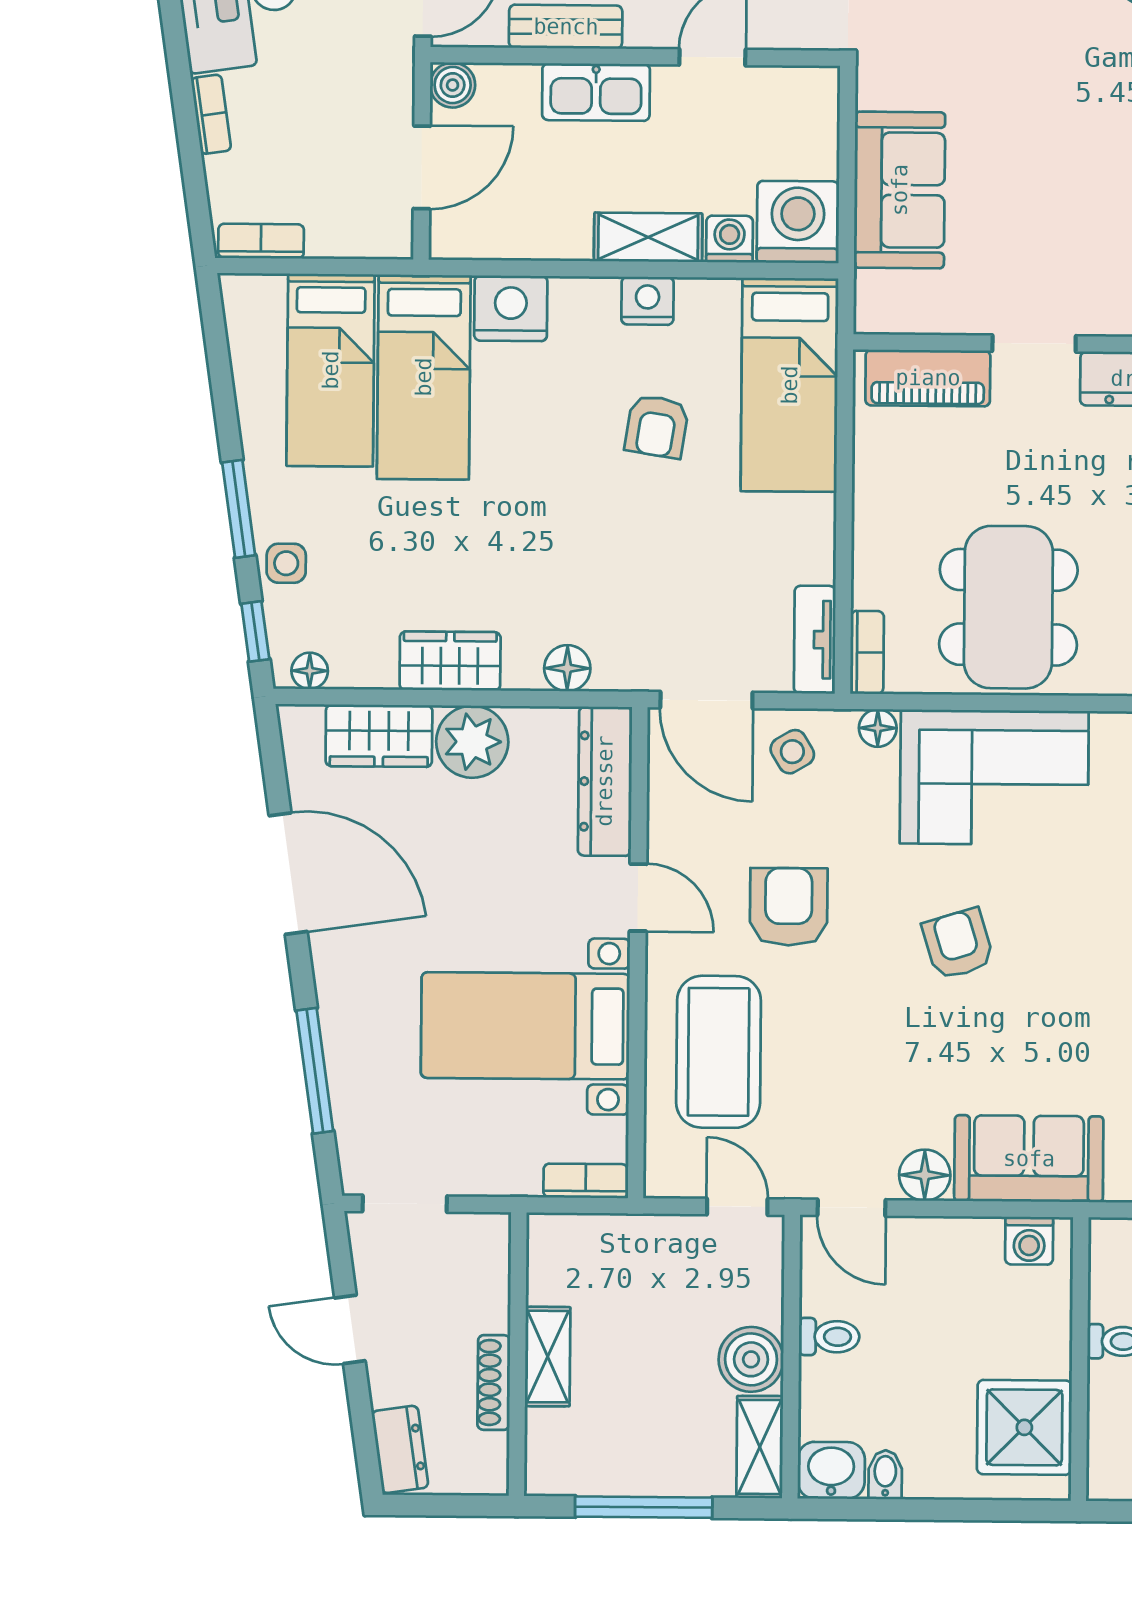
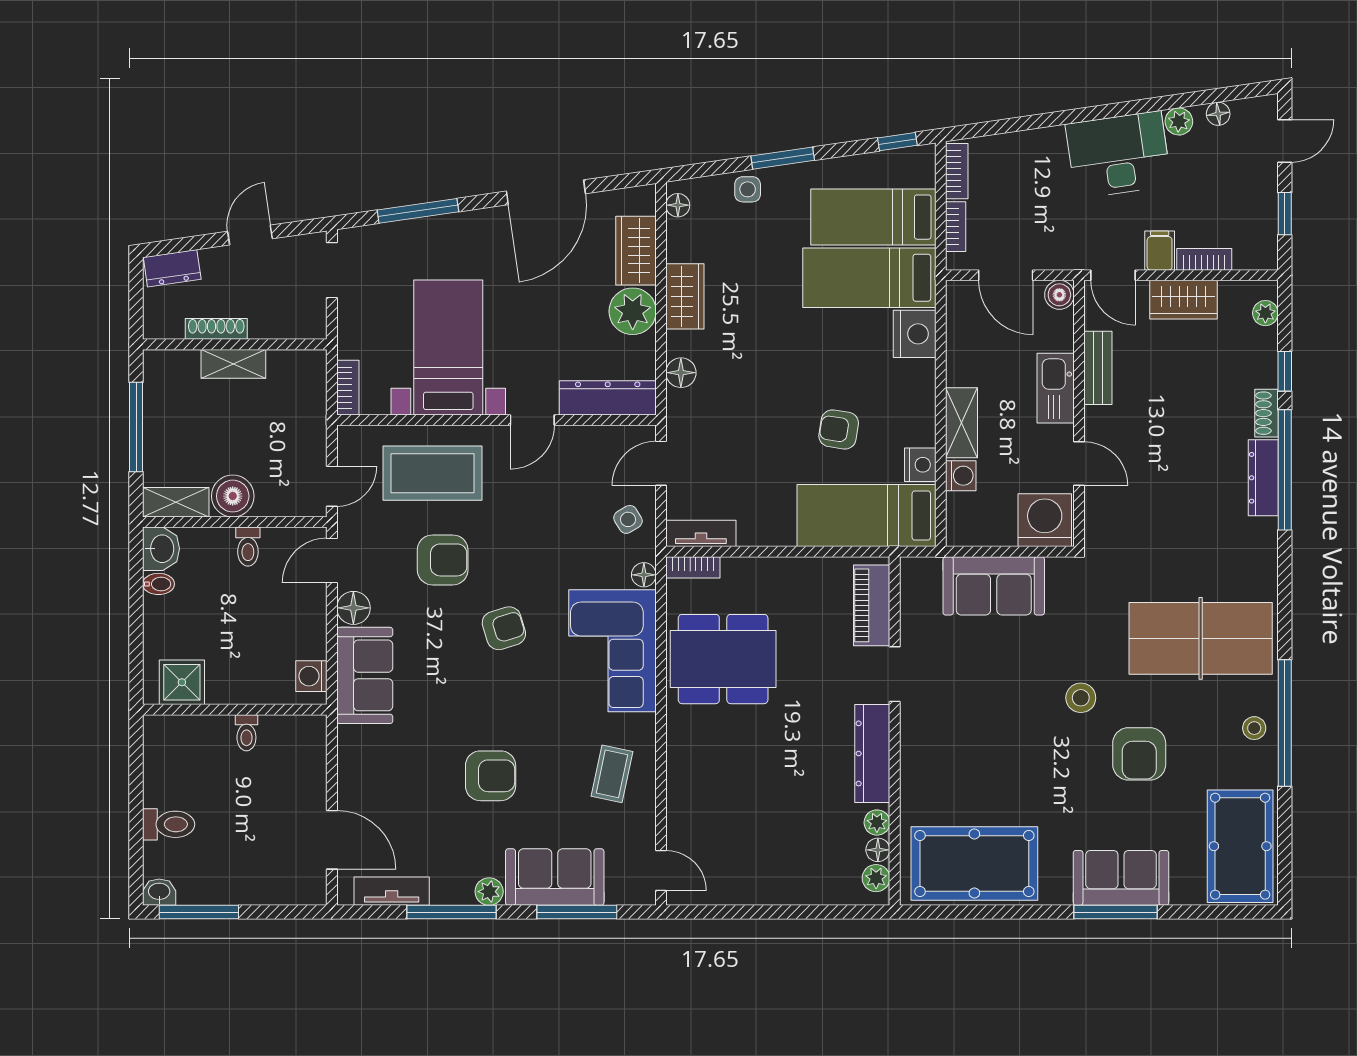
stool: (1073, 58) -> (1081, 698), added
bookcase: (211, 114) -> (956, 227), moved, turned -82
washing machine: (798, 222) -> (1045, 520), moved, turned -90
nightstand: (647, 301) -> (920, 465), moved
window: (255, 631) -> (897, 142), moved
door: (706, 700) -> (661, 463), width x0.73
armchair: (789, 907) -> (443, 560), moved
shower: (1024, 1427) -> (182, 682), width x0.73, depth x0.73

